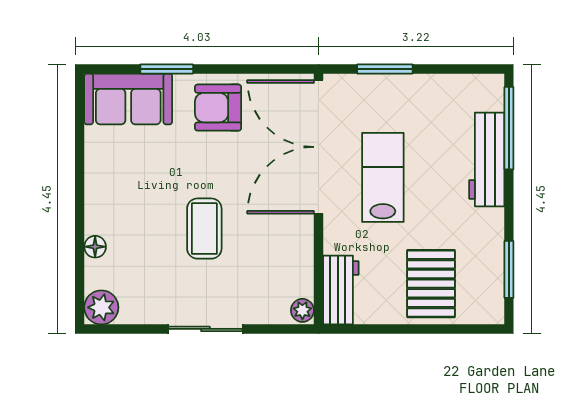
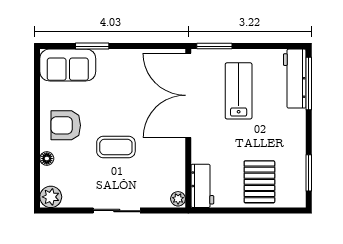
window: (385, 69) -> (214, 46), moved
armchair: (218, 108) -> (66, 125), moved
workbench: (487, 159) -> (295, 79), moved
lab bench: (383, 177) -> (239, 91), moved
coffee table: (204, 229) -> (116, 147), turned 90

